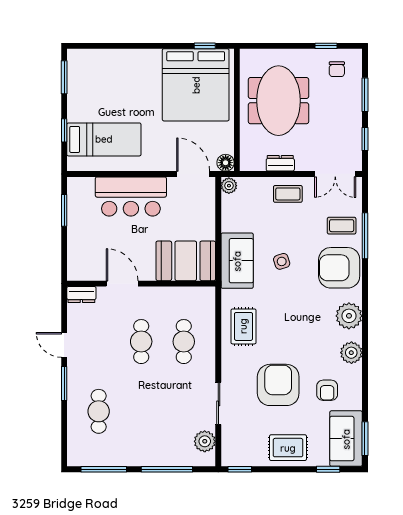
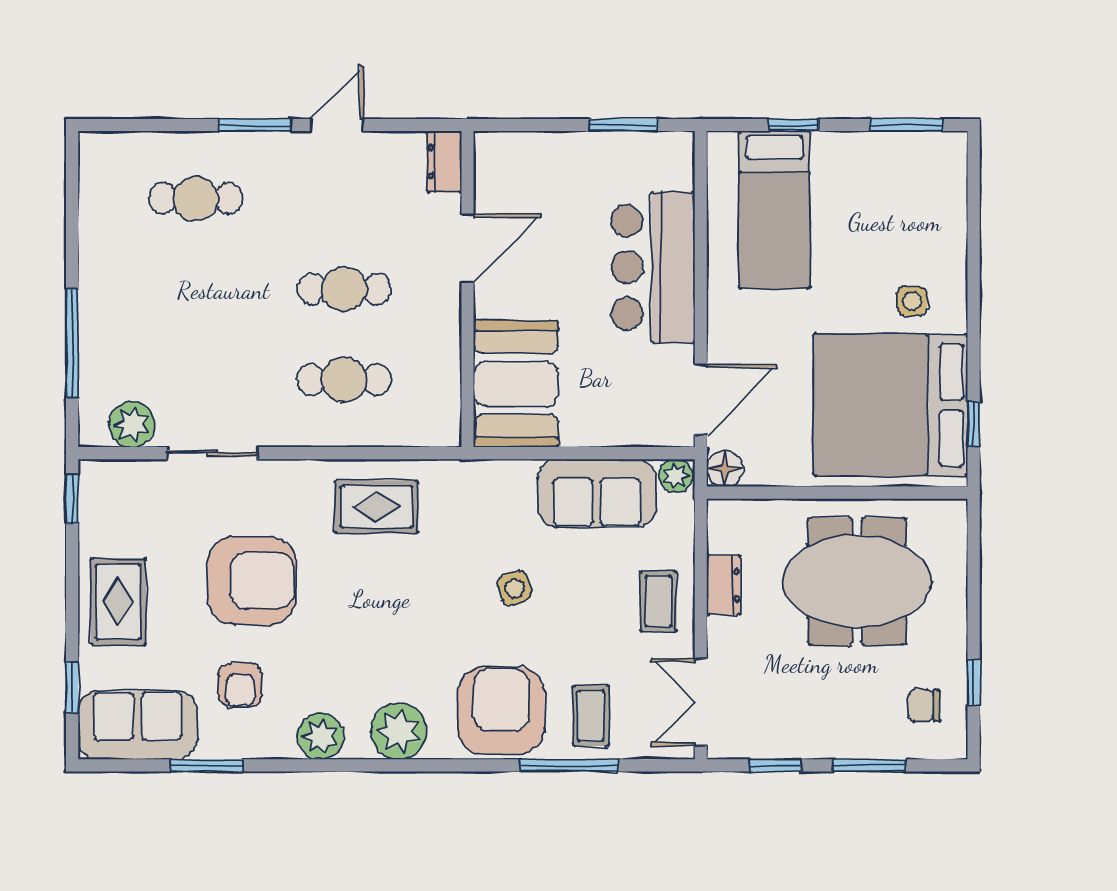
side table: (147, 75) -> (912, 301), added
sofa: (237, 261) -> (597, 493), moved
armchair: (327, 390) -> (240, 685), turned -90
window: (365, 439) -> (207, 765), moved
window: (104, 469) -> (72, 209), removed

